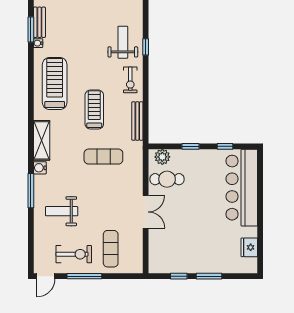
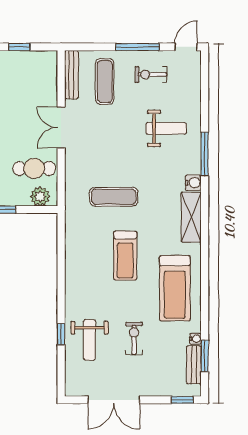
exercise bike: (130, 80) -> (134, 338), moved
bench: (137, 121) -> (71, 75), moved
exercise bike: (74, 254) -> (151, 75), width x0.73, depth x0.72

